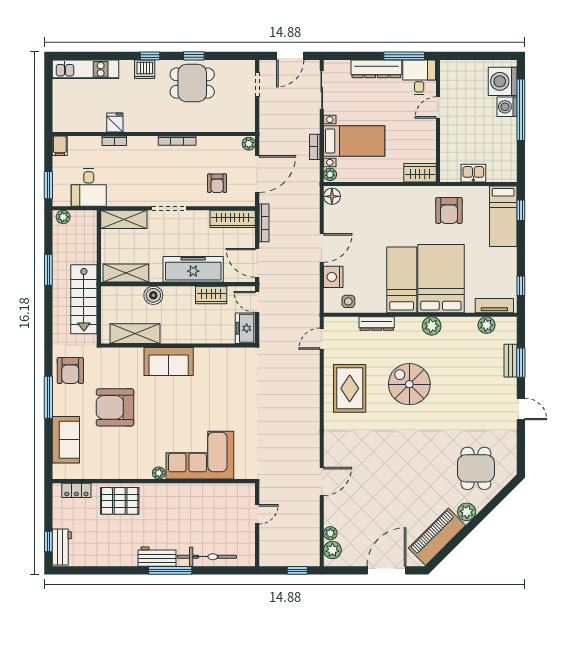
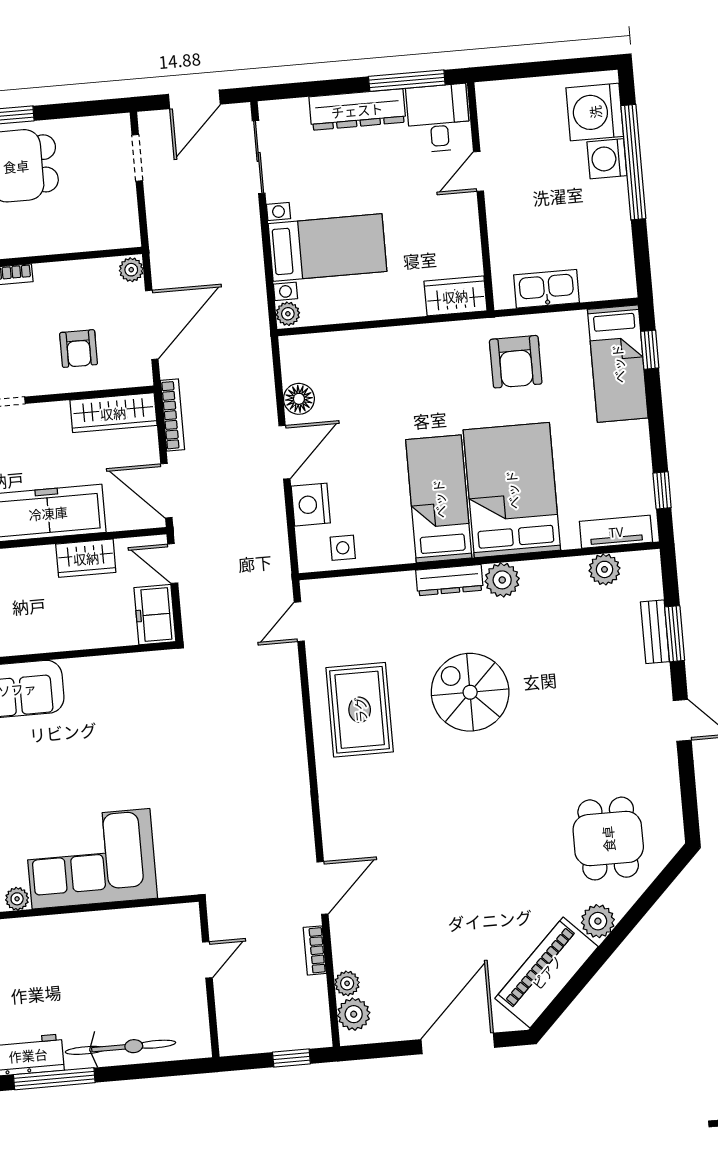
bookcase: (315, 147) -> (315, 950), moved
kitchen sink: (473, 173) -> (546, 289), width x1.38
floor lamp: (332, 196) -> (299, 399), moved
dresser: (377, 324) -> (449, 580), moved

